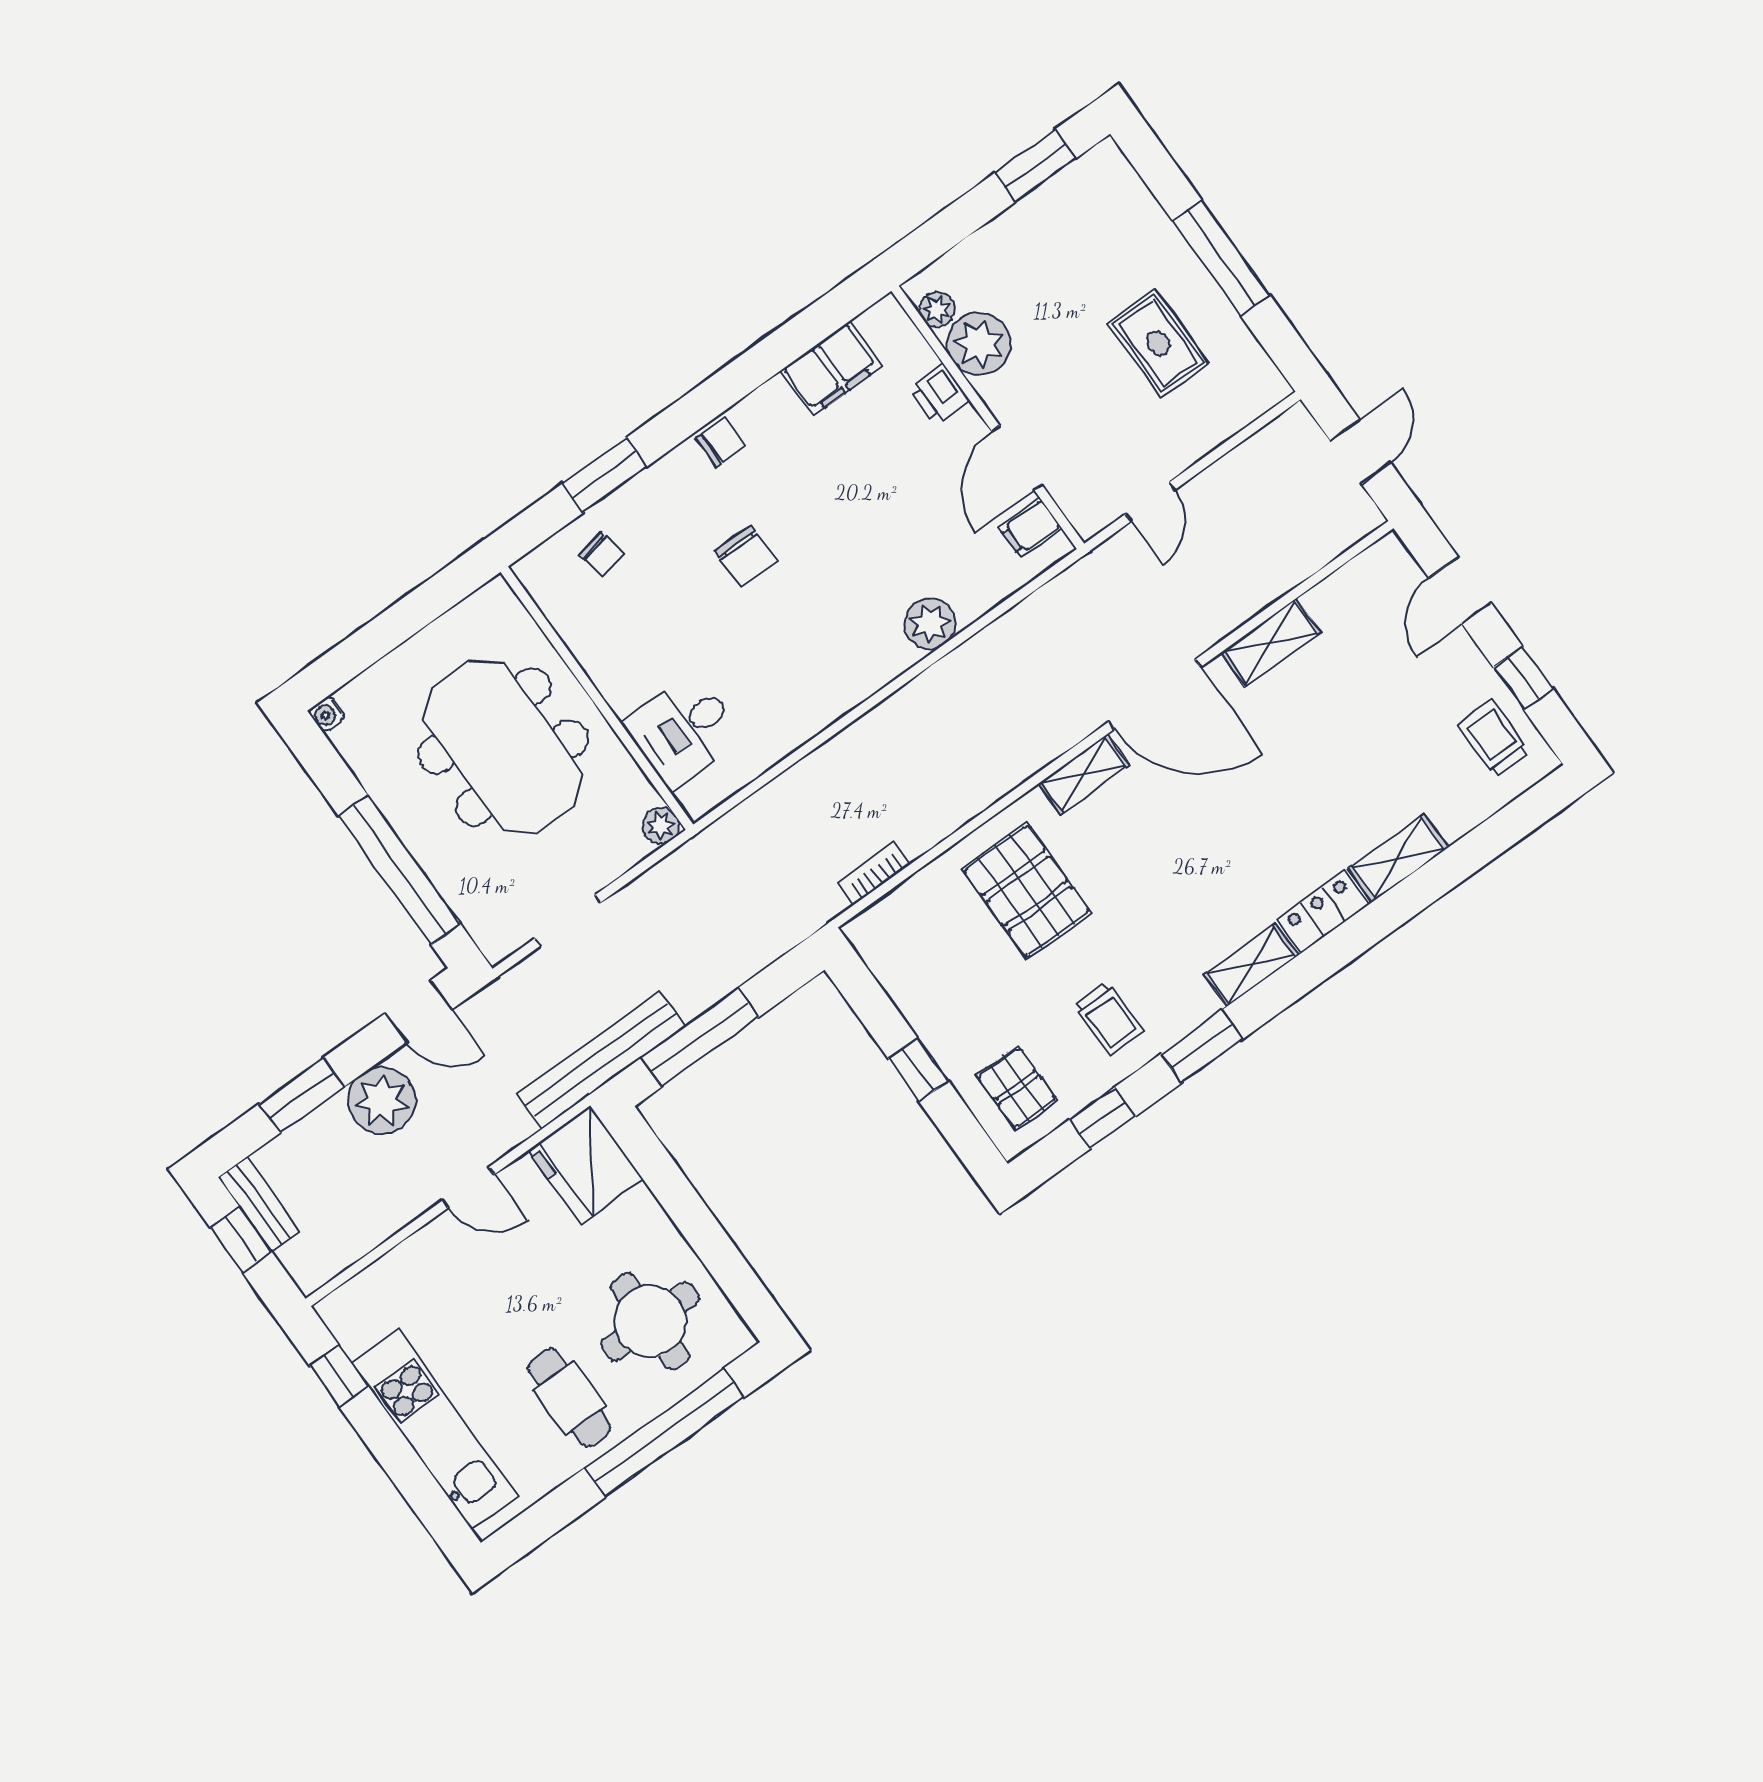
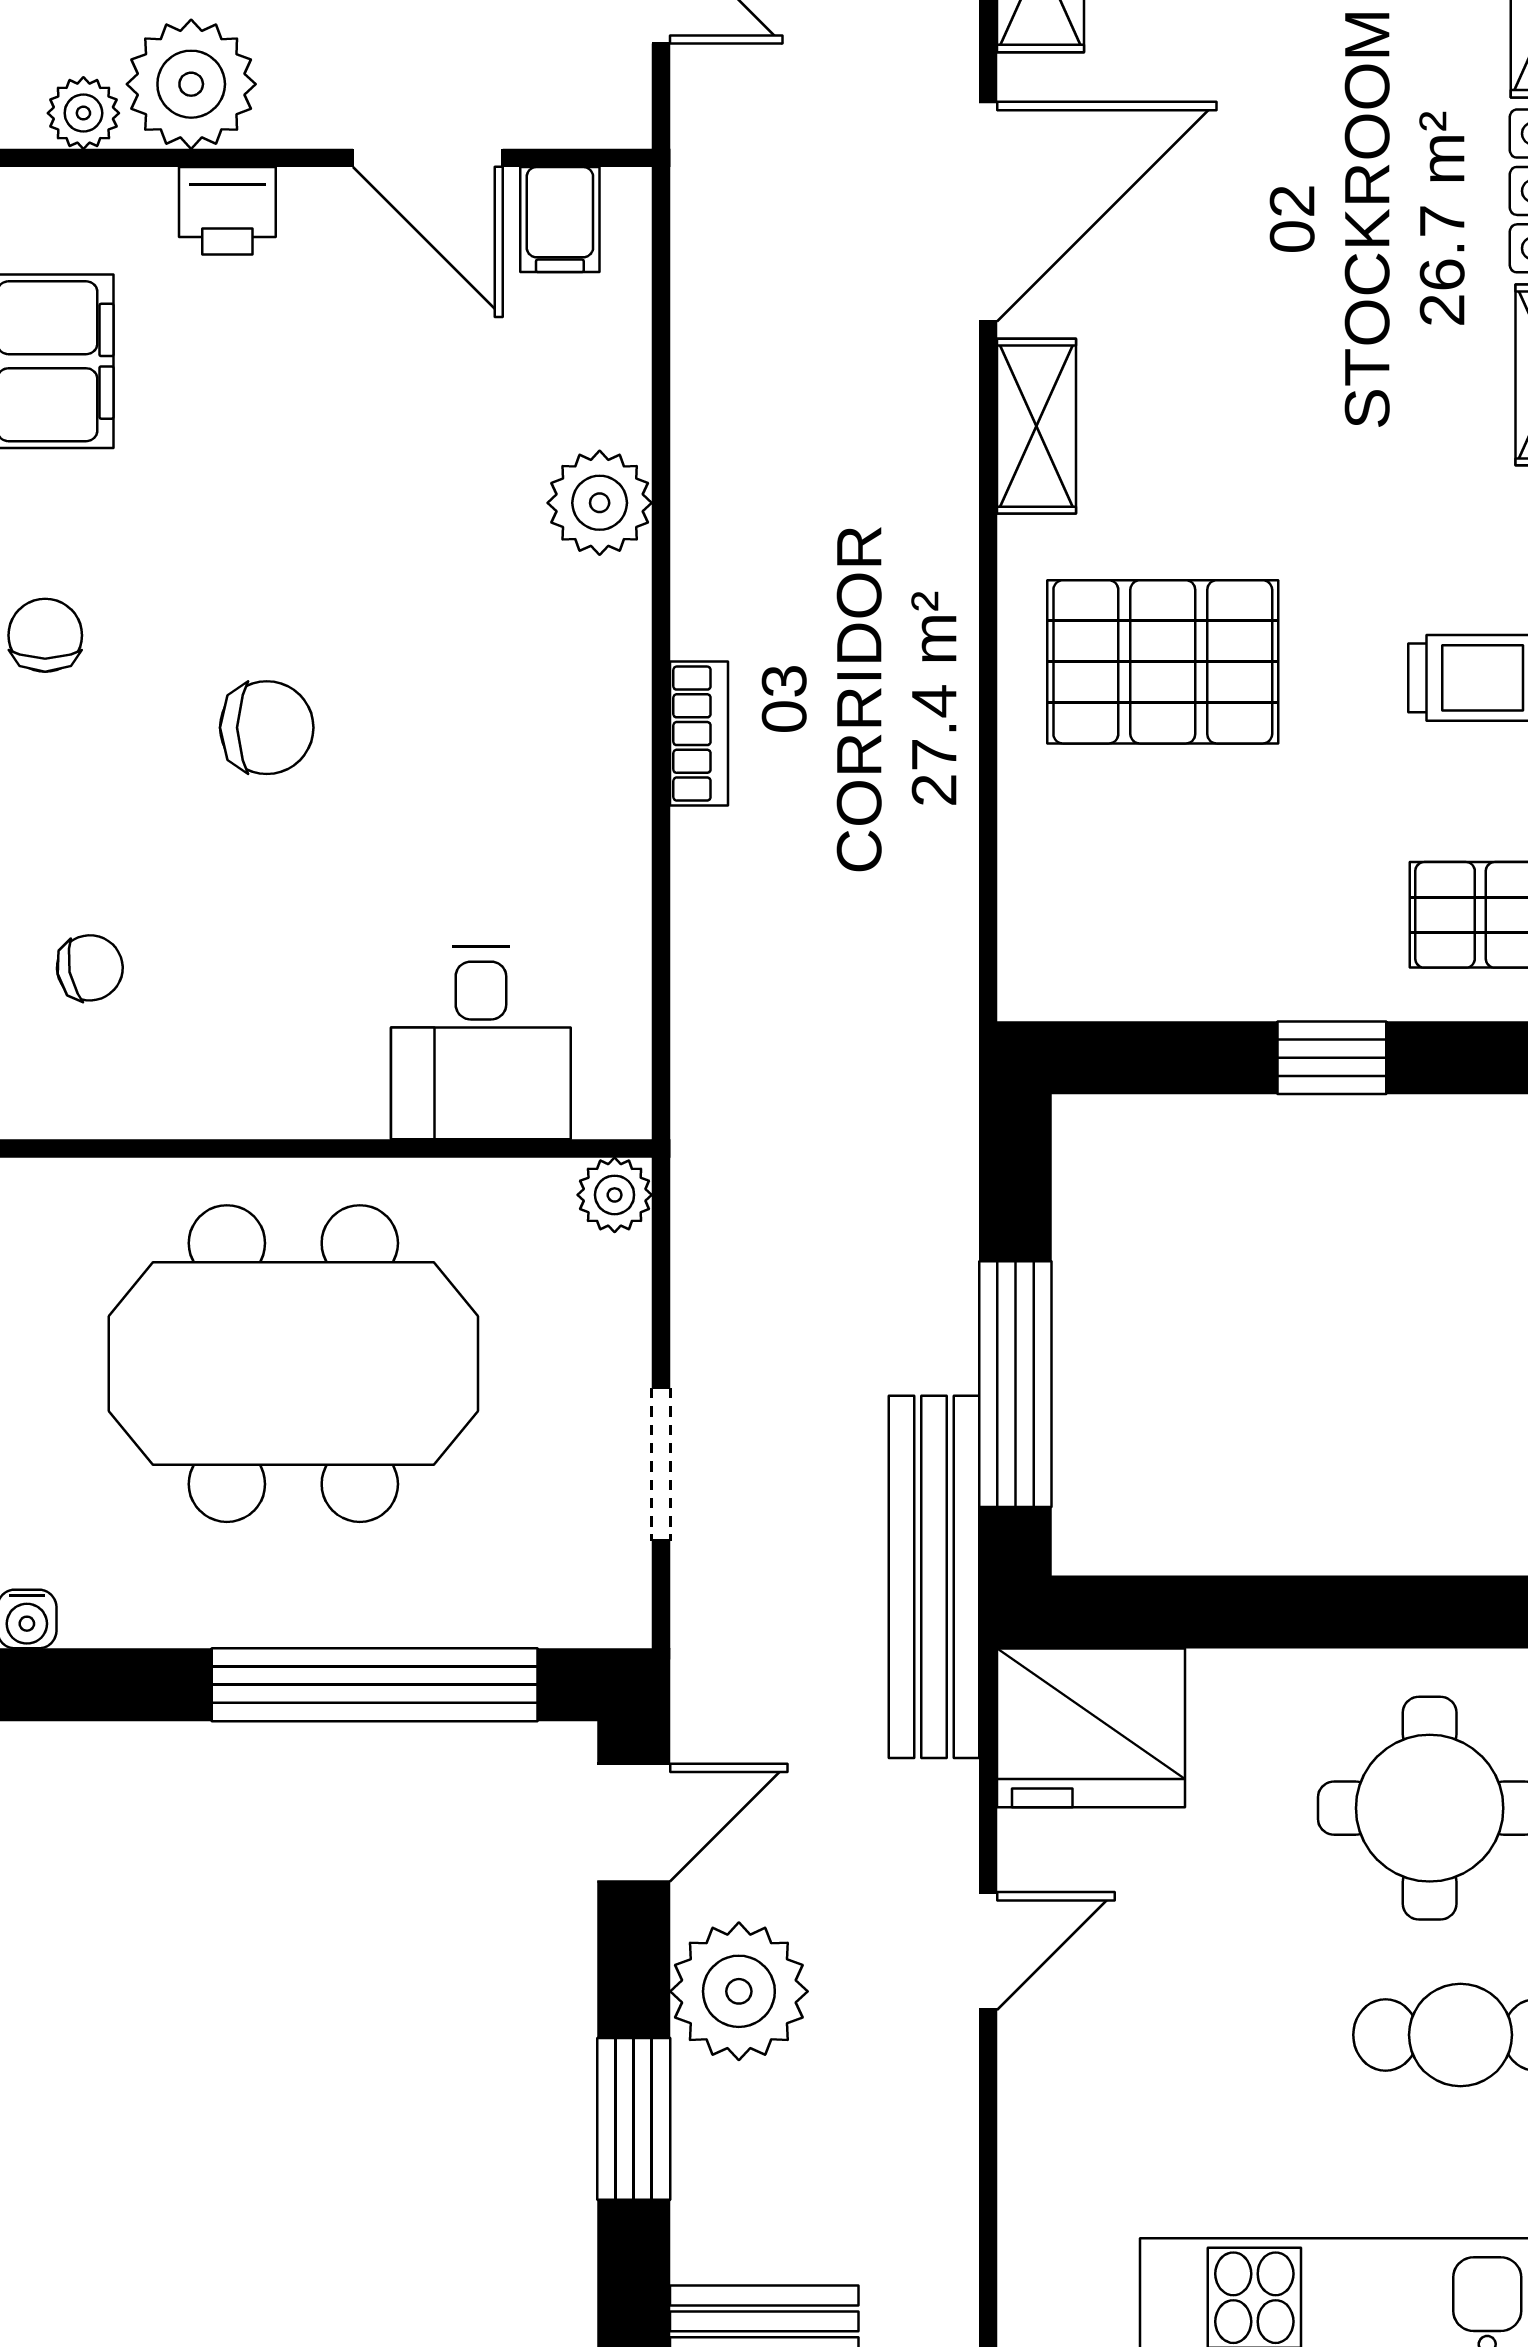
bookcase: (874, 873) -> (699, 734), moved, turned 180

